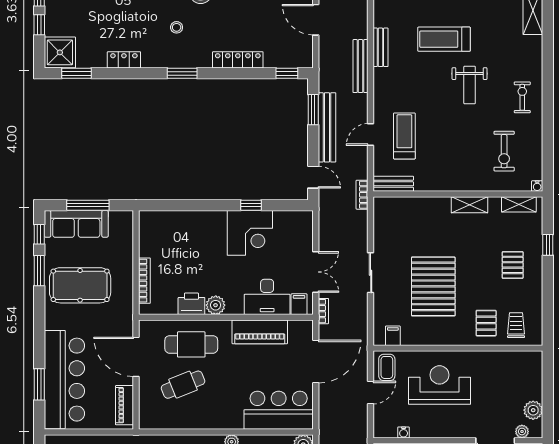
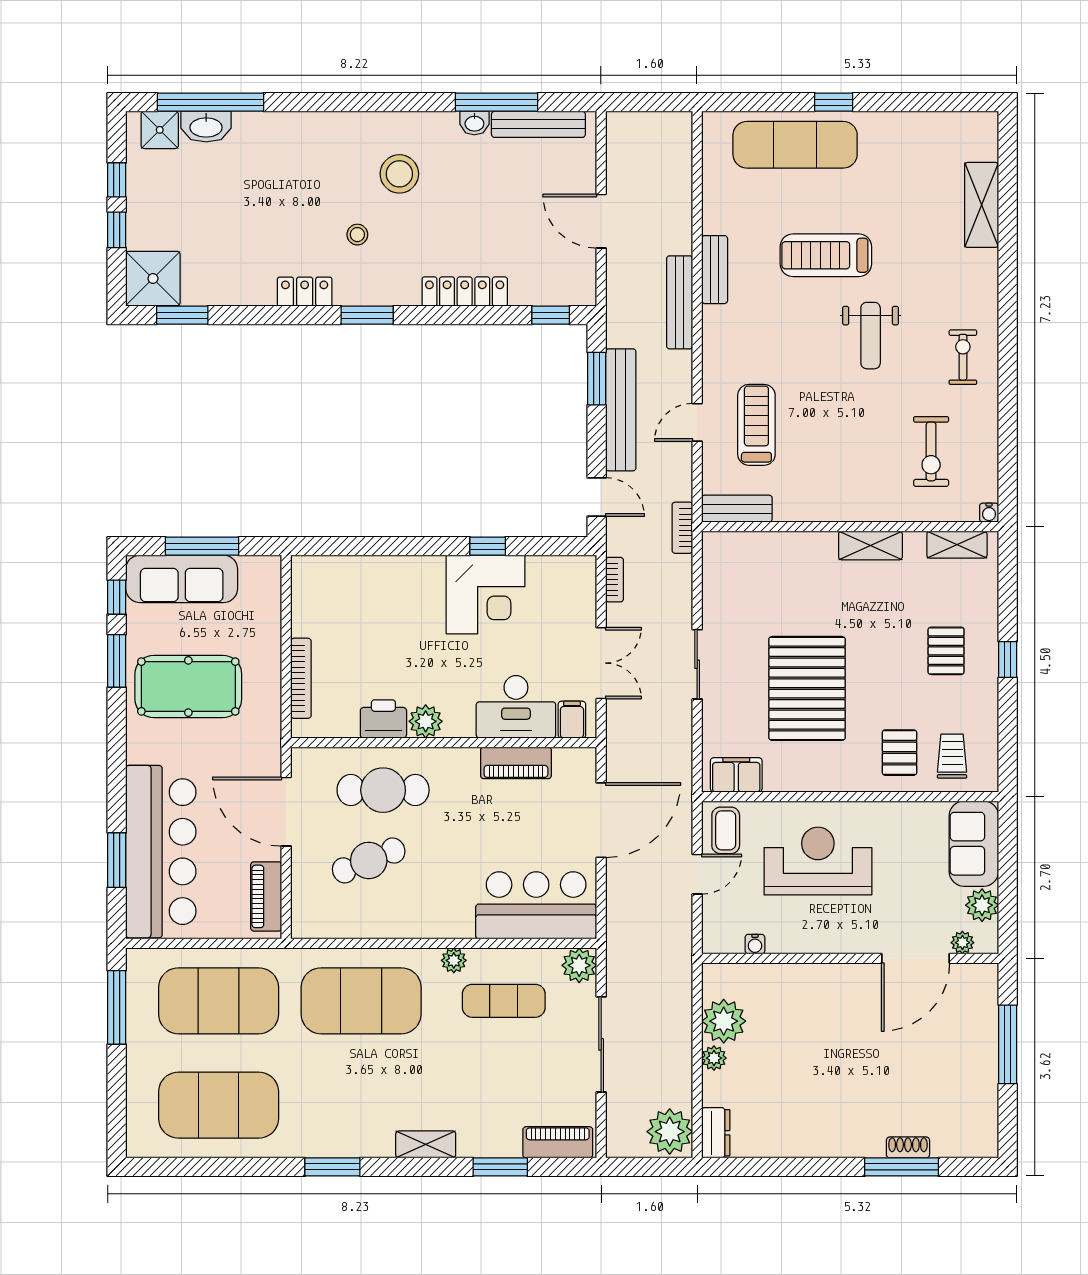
locker: (124, 60) -> (305, 292), moved
window: (548, 245) -> (1008, 659), moved
bookcase: (323, 311) -> (615, 580), moved
piano: (260, 332) -> (516, 763), width x0.73, depth x0.75
filing cabinet: (393, 336) -> (736, 775), width x2.00
sofa: (528, 375) -> (974, 844), added

